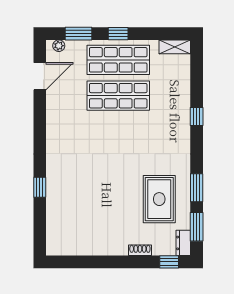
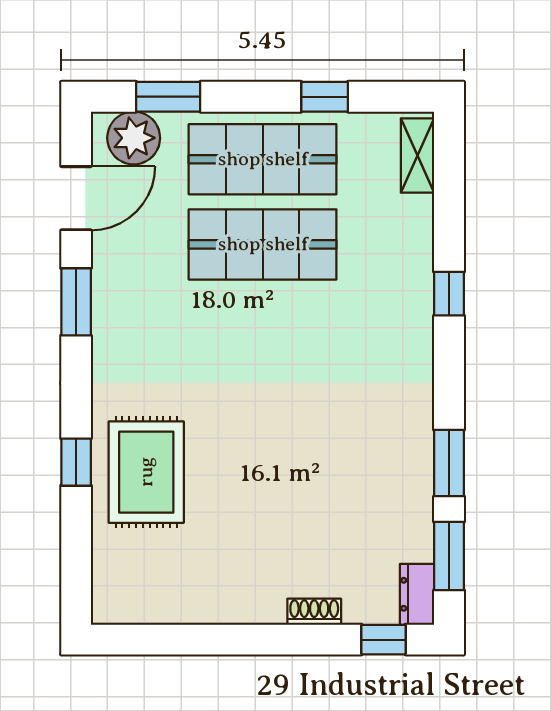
window: (118, 34) -> (325, 97), moved
plant: (59, 46) -> (134, 138), width x1.87, depth x1.87
shelving: (175, 47) -> (417, 155), moved, turned 90
window: (40, 120) -> (76, 302), added
rug: (159, 199) -> (146, 472), moved

